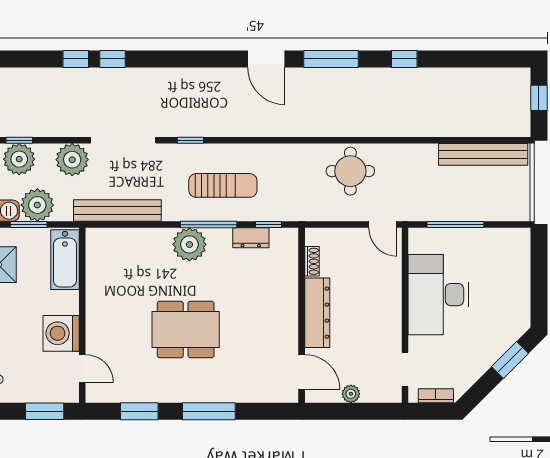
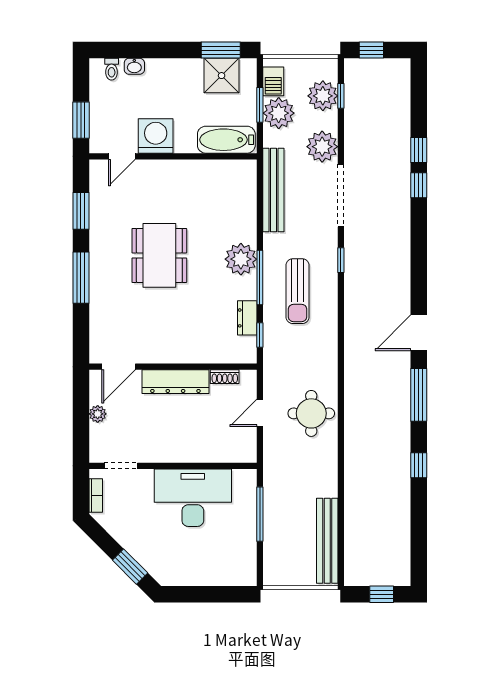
door: (383, 225) -> (260, 413), moved

